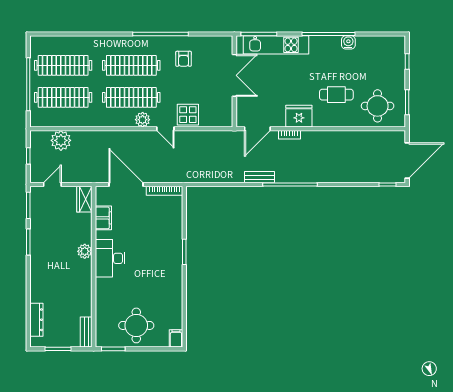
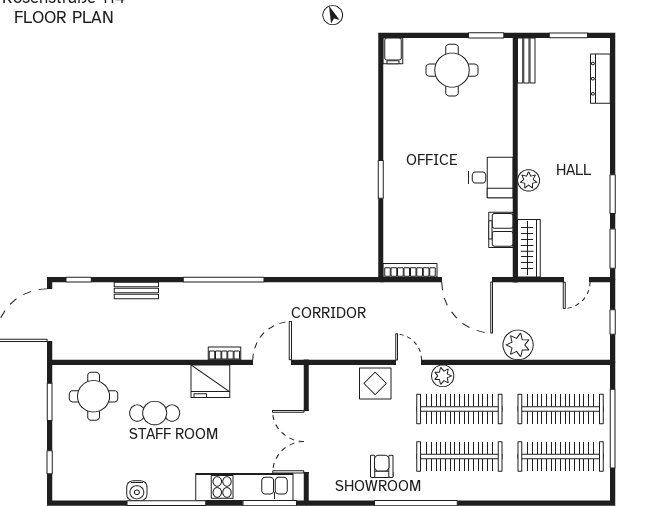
plant: (61, 140) -> (518, 345), moved
bench: (260, 177) -> (136, 290), moved
wardrobe: (84, 199) -> (529, 248), width x1.50
desk: (110, 258) -> (491, 178), width x0.73

